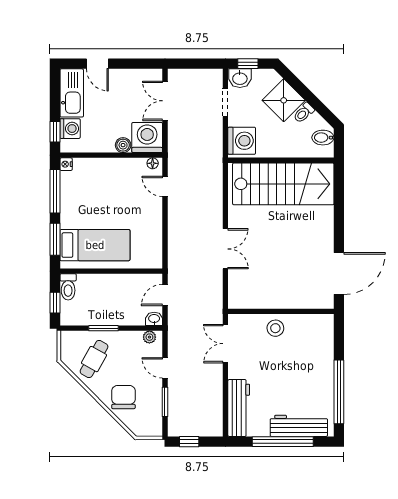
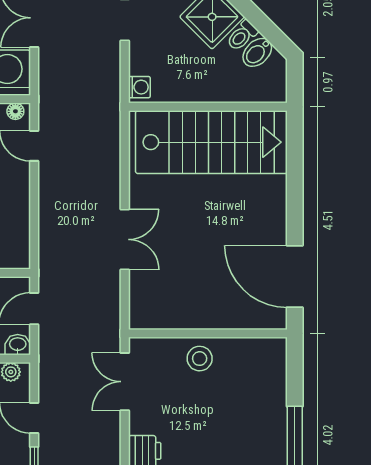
bidet: (323, 138) -> (257, 52), moved, turned -45
washing machine: (242, 141) -> (139, 87), width x0.53, depth x0.53
door: (339, 273) -> (295, 277), swing flipped

